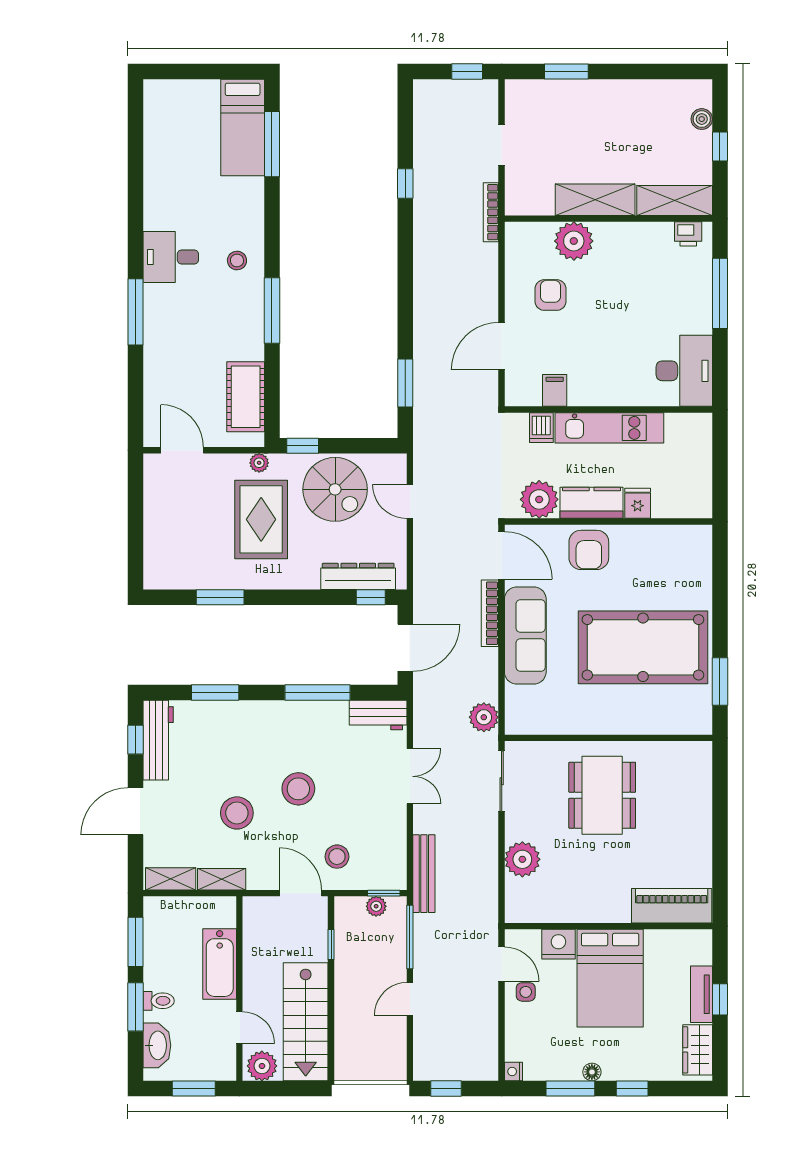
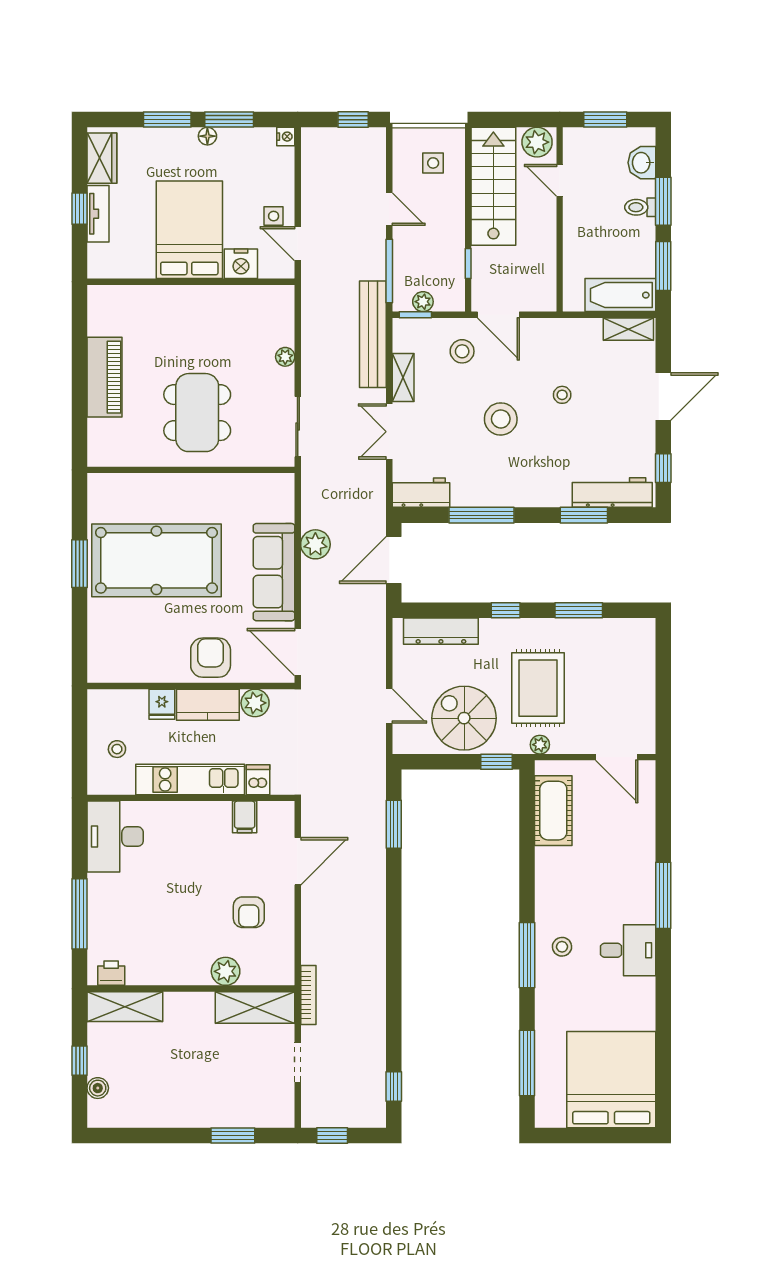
bed: (243, 127) -> (611, 1080), moved, width x2.04
window: (405, 184) -> (394, 1086), moved
shelving: (595, 200) -> (255, 1007), moved
plant: (574, 241) -> (226, 971), width x0.73, depth x0.73
window: (272, 311) -> (527, 955), moved
stool: (682, 458) -> (117, 749), added
plant: (539, 499) -> (255, 703), width x0.73, depth x0.73
window: (371, 597) -> (506, 610), moved
bookcase: (490, 613) -> (309, 594), removed
window: (720, 681) -> (80, 564), moved
plant: (484, 717) -> (315, 544), moved
workbench: (158, 740) -> (612, 493), moved, turned 90
stool: (237, 813) -> (562, 395), width x0.53, depth x0.53
plant: (522, 859) -> (285, 357), width x0.53, depth x0.53
bench: (424, 874) -> (373, 334), width x1.37, depth x1.21
shelving: (222, 879) -> (403, 378), moved, turned 90
piano: (672, 906) -> (105, 377), moved, turned -90
bathtub: (220, 964) -> (620, 295), moved, turned -90
door: (410, 999) -> (389, 209), hinge flipped
washbasin: (157, 1045) -> (642, 163), width x0.72
side table: (366, 1045) -> (433, 163), added
window: (632, 1089) -> (167, 120), width x1.50

